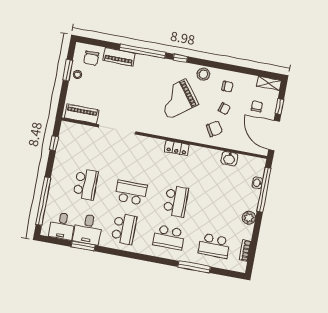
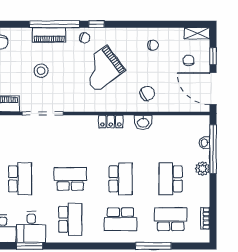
piano: (119, 57) -> (49, 35), moved
stool: (203, 74) -> (41, 71), moved
chair: (224, 109) -> (85, 38), moved
washbasin: (229, 159) -> (143, 122), moved
school desk: (221, 209) -> (171, 179), added
plant: (249, 218) -> (202, 169), moved
school desk: (214, 246) -> (171, 219), turned 180

